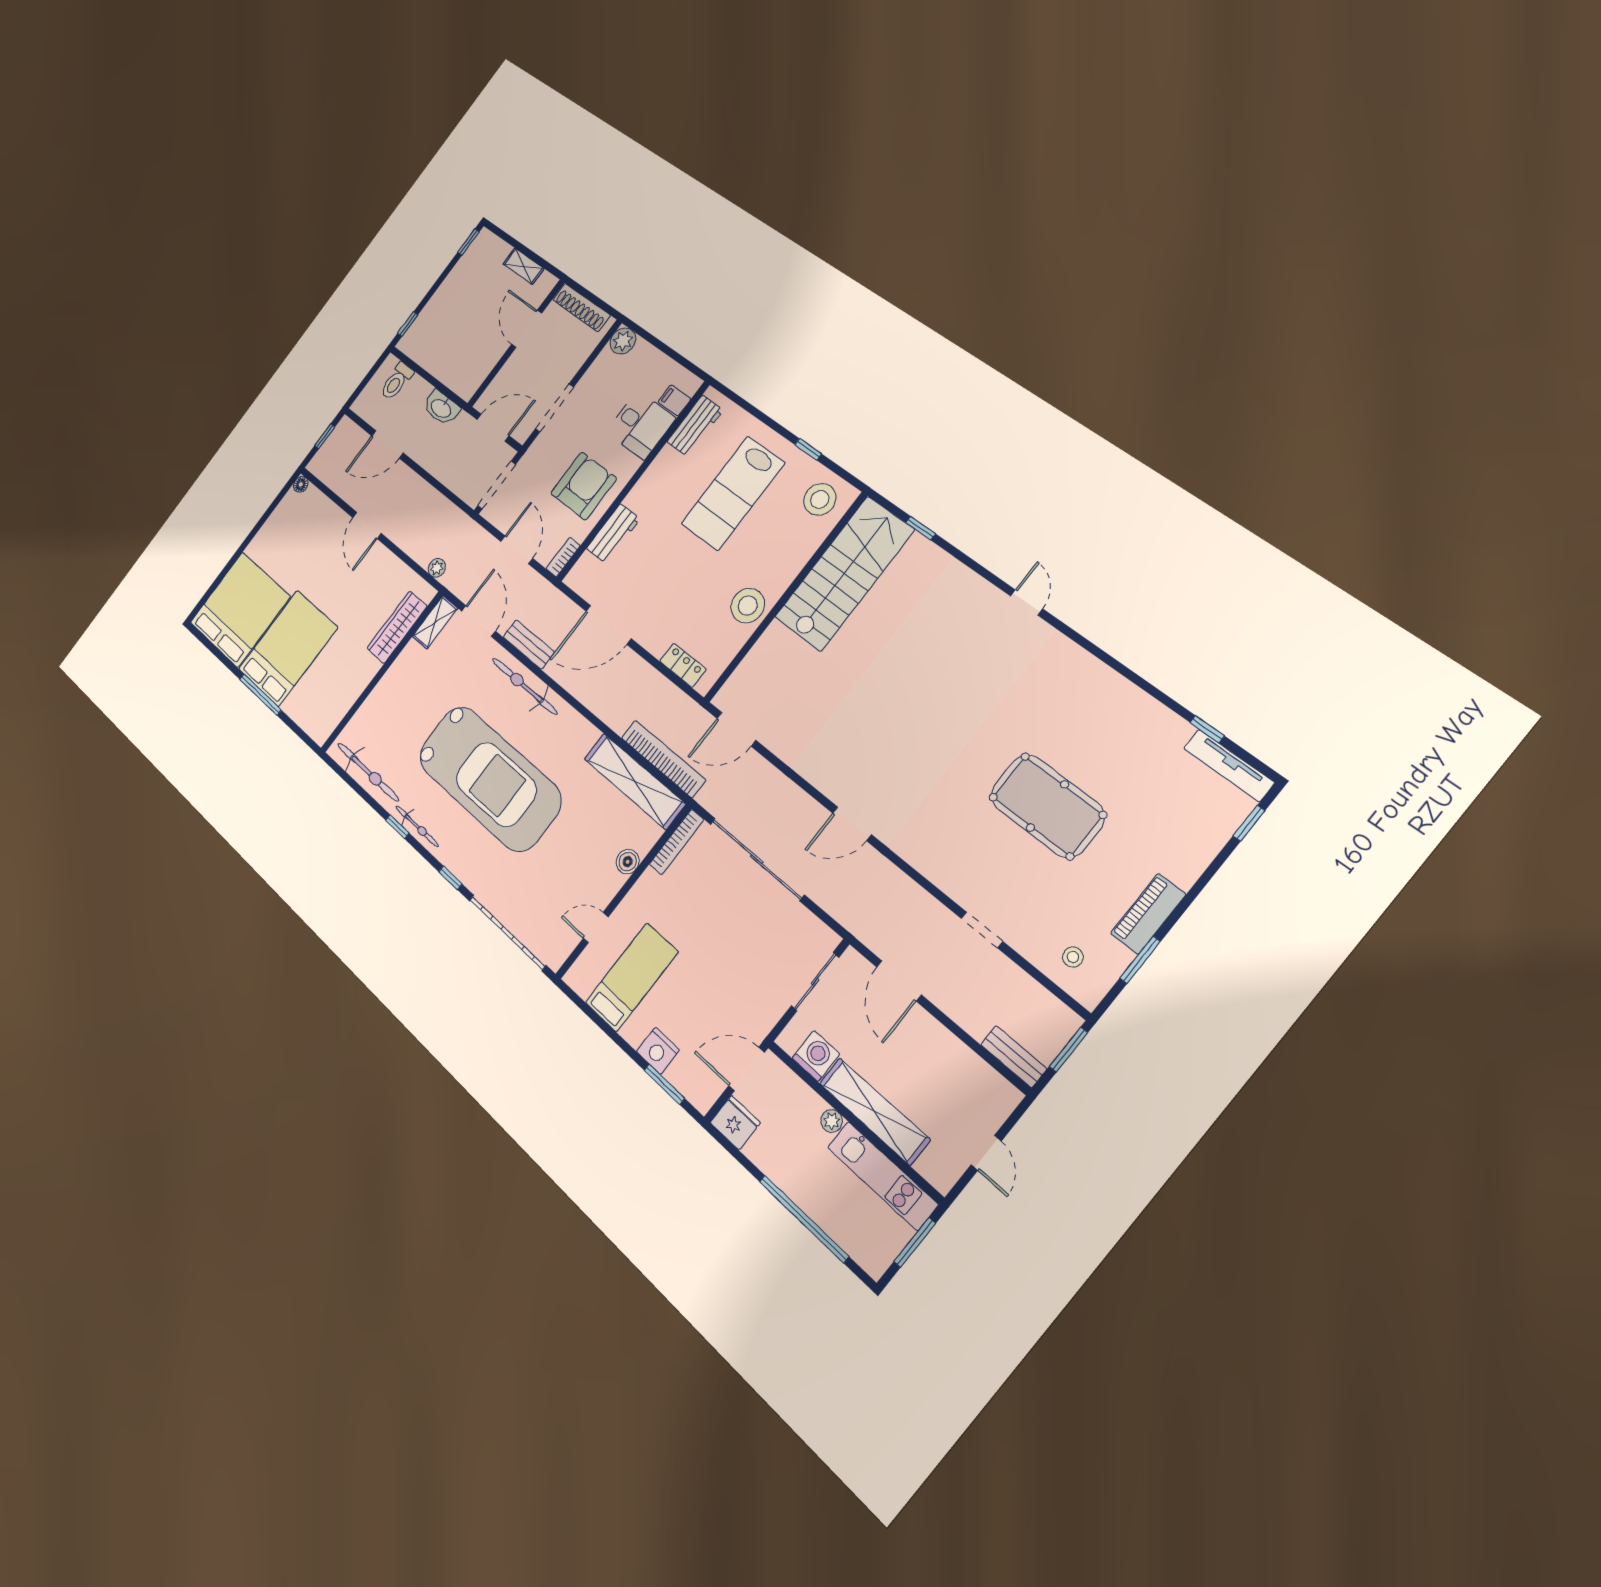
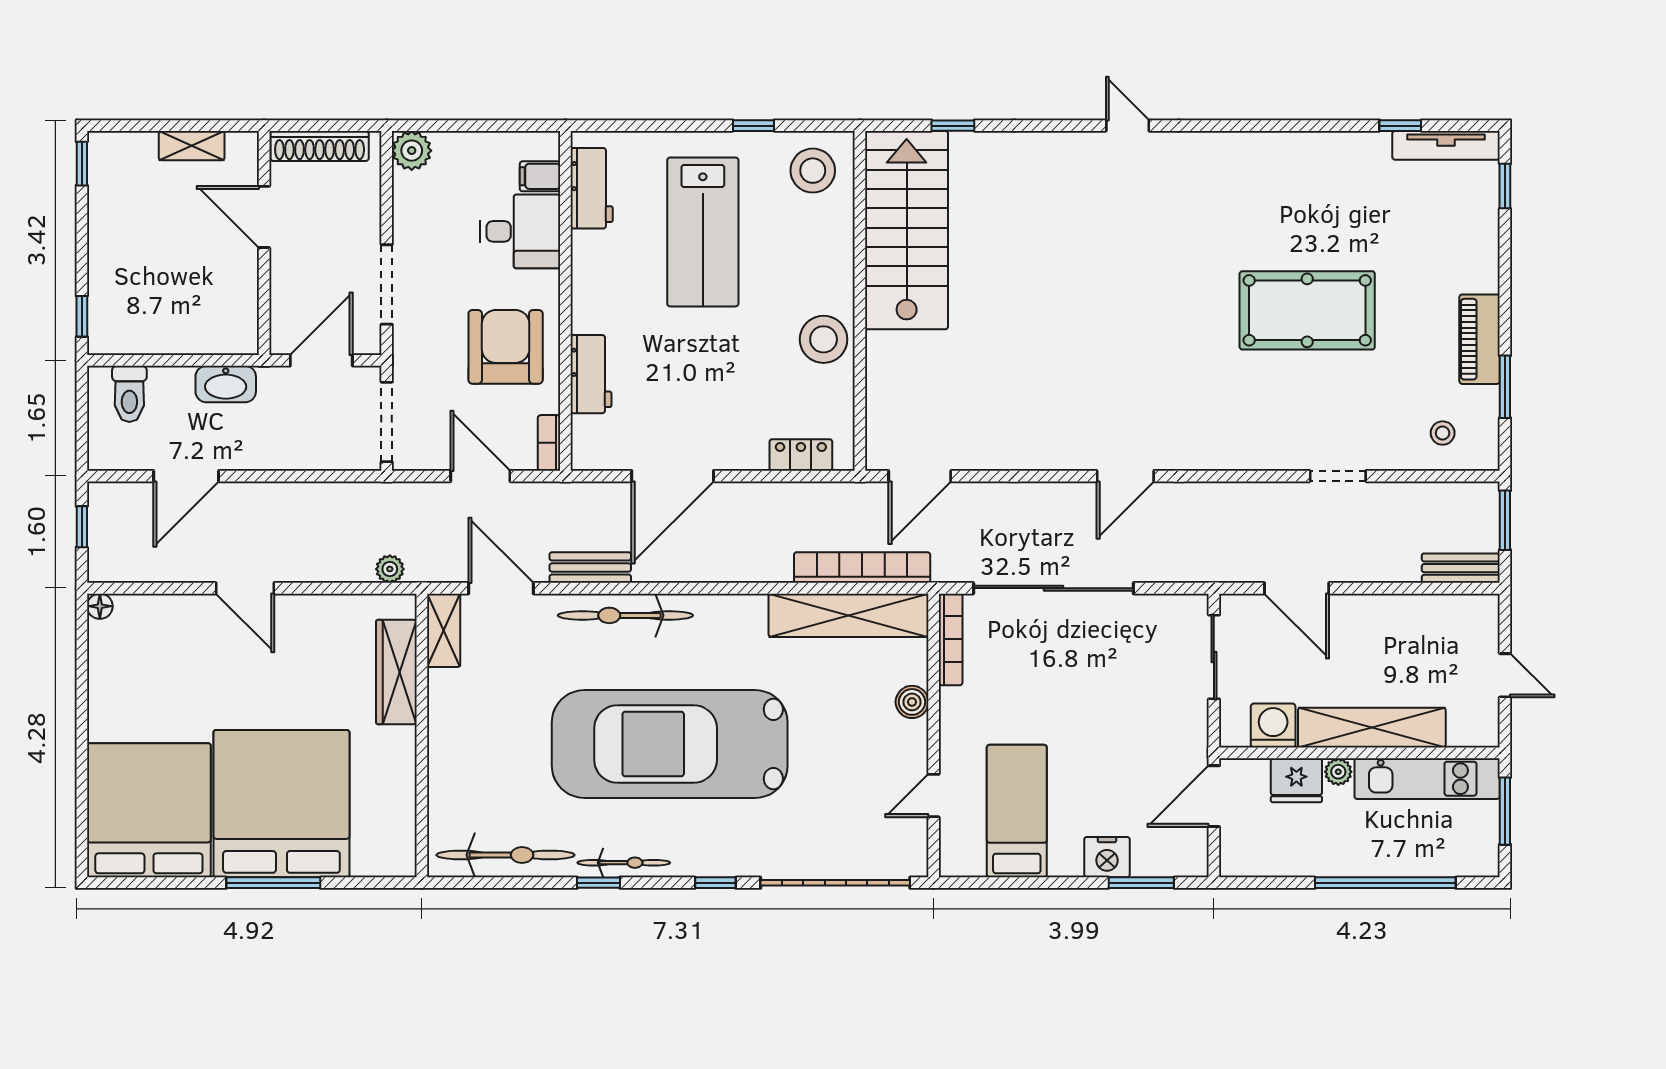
bed: (288, 648) -> (281, 804), width x1.36
car: (489, 778) -> (670, 744), turned 180
fridge: (735, 1123) -> (1296, 780), moved, turned 180

